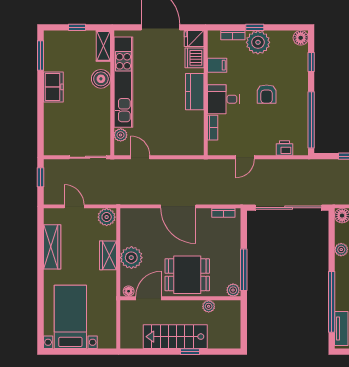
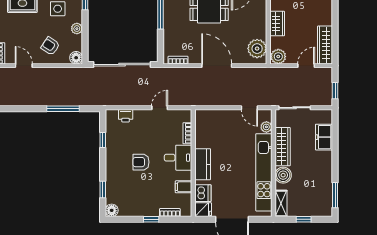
plant: (258, 42) -> (148, 206), removed
freezer: (53, 87) -> (324, 137), moved
armchair: (267, 94) -> (141, 162), turned -90
wardrobe: (102, 112) -> (283, 147), added
window: (311, 120) -> (103, 140), width x0.32
door: (74, 206) -> (306, 66), swing flipped
wardrobe: (52, 247) -> (325, 45), moved
plant: (131, 258) -> (257, 49), moved

